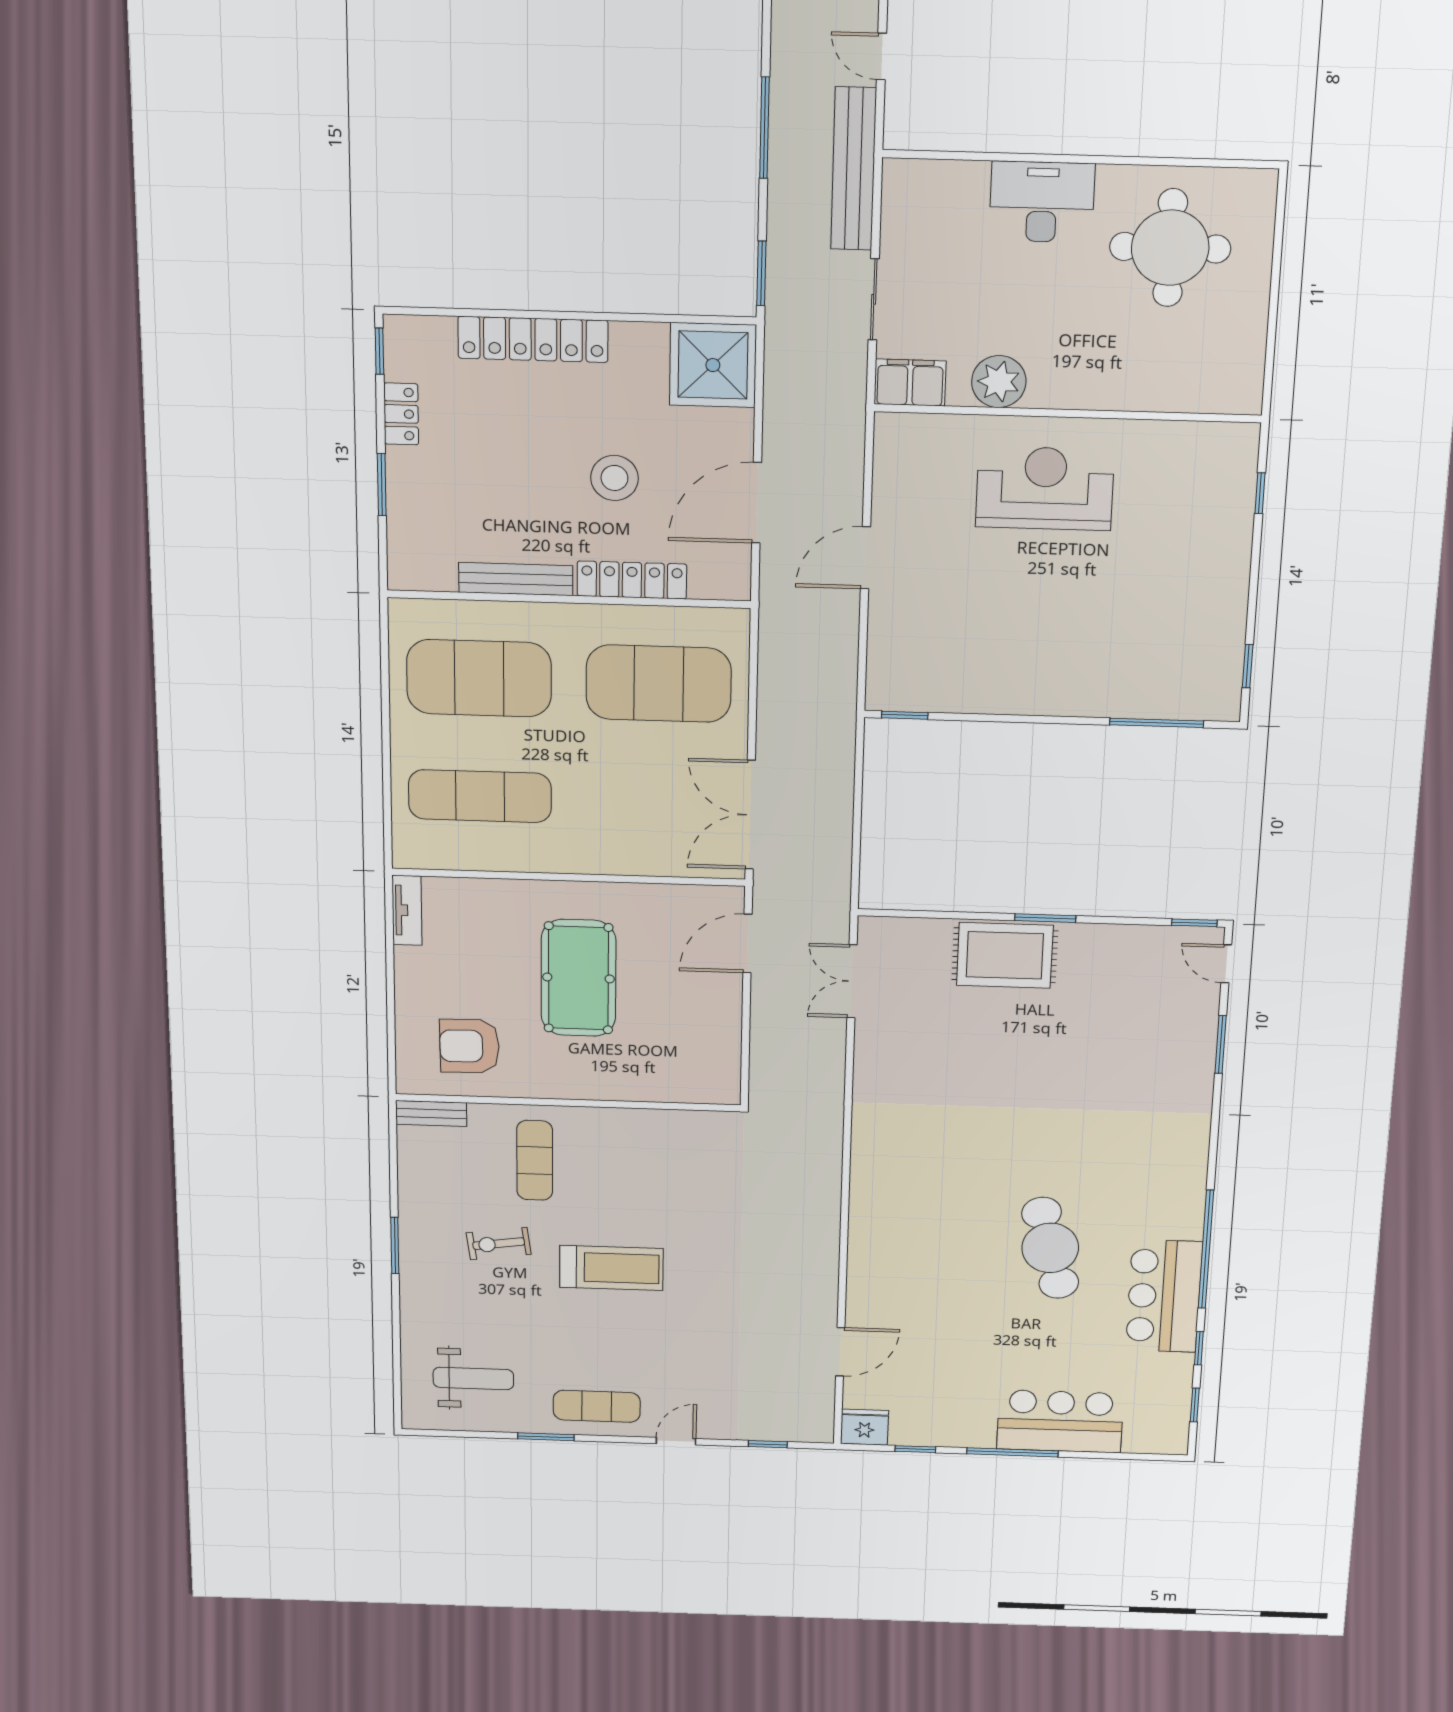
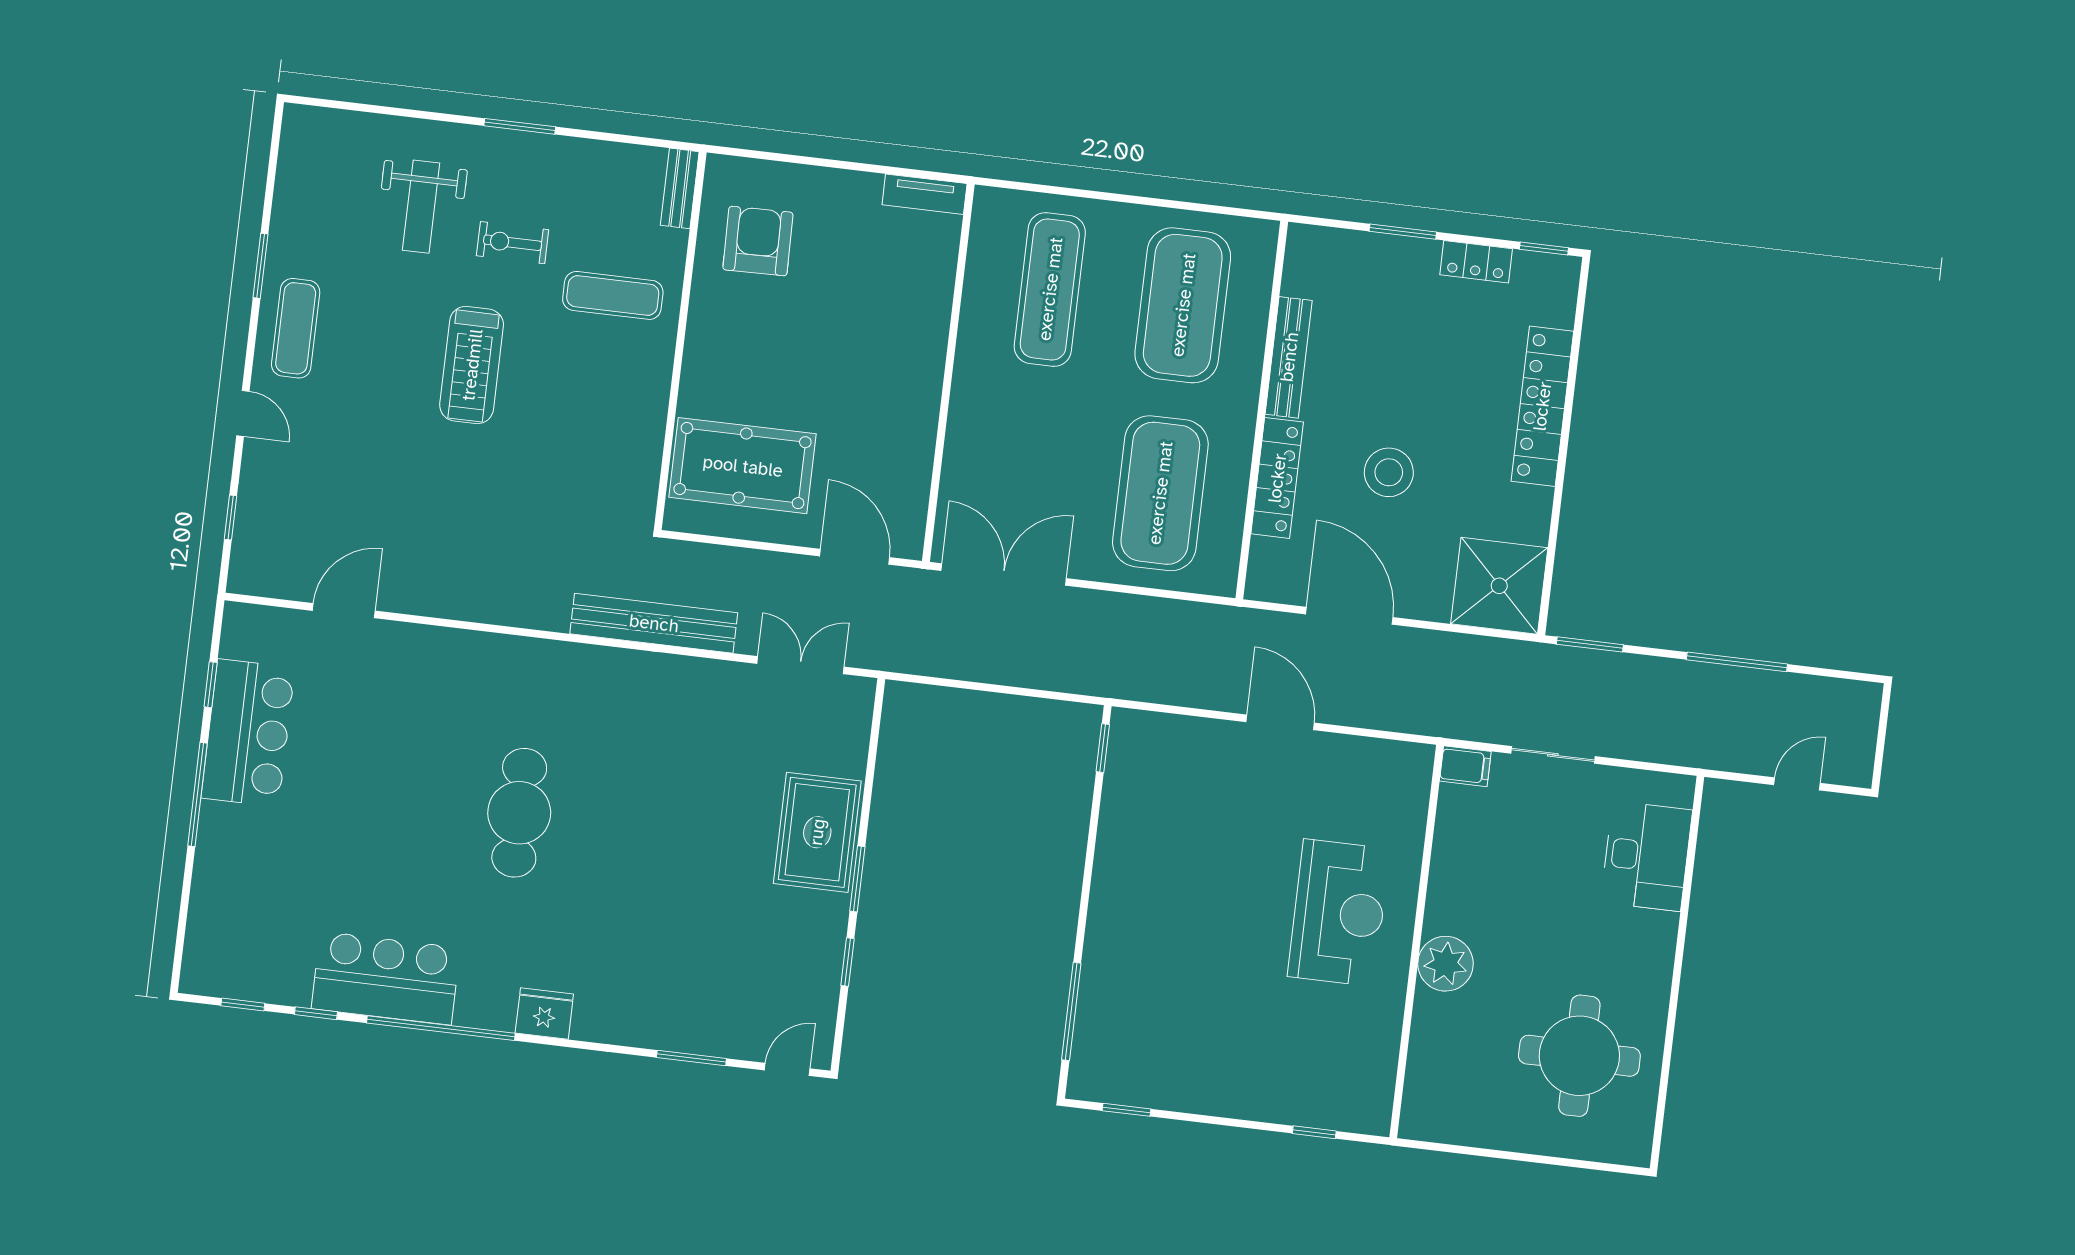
bench: (854, 169) -> (654, 623), moved
desk: (1042, 202) -> (1646, 856), moved
filing cabinet: (910, 382) -> (1465, 766), width x0.50
plant: (999, 382) -> (1445, 964), moved
window: (1194, 923) -> (847, 962), moved
pool table: (578, 978) -> (743, 466), moved
exercise bike: (499, 1244) -> (513, 243), turned -82
cafe table: (1050, 1248) -> (519, 813), moved, turned -75
door: (840, 1352) -> (344, 611), swing flipped
weight bench: (473, 1378) -> (421, 207), moved
bar counter: (1060, 1421) -> (248, 733), moved
fridge: (864, 1427) -> (544, 1014), moved, turned -90

